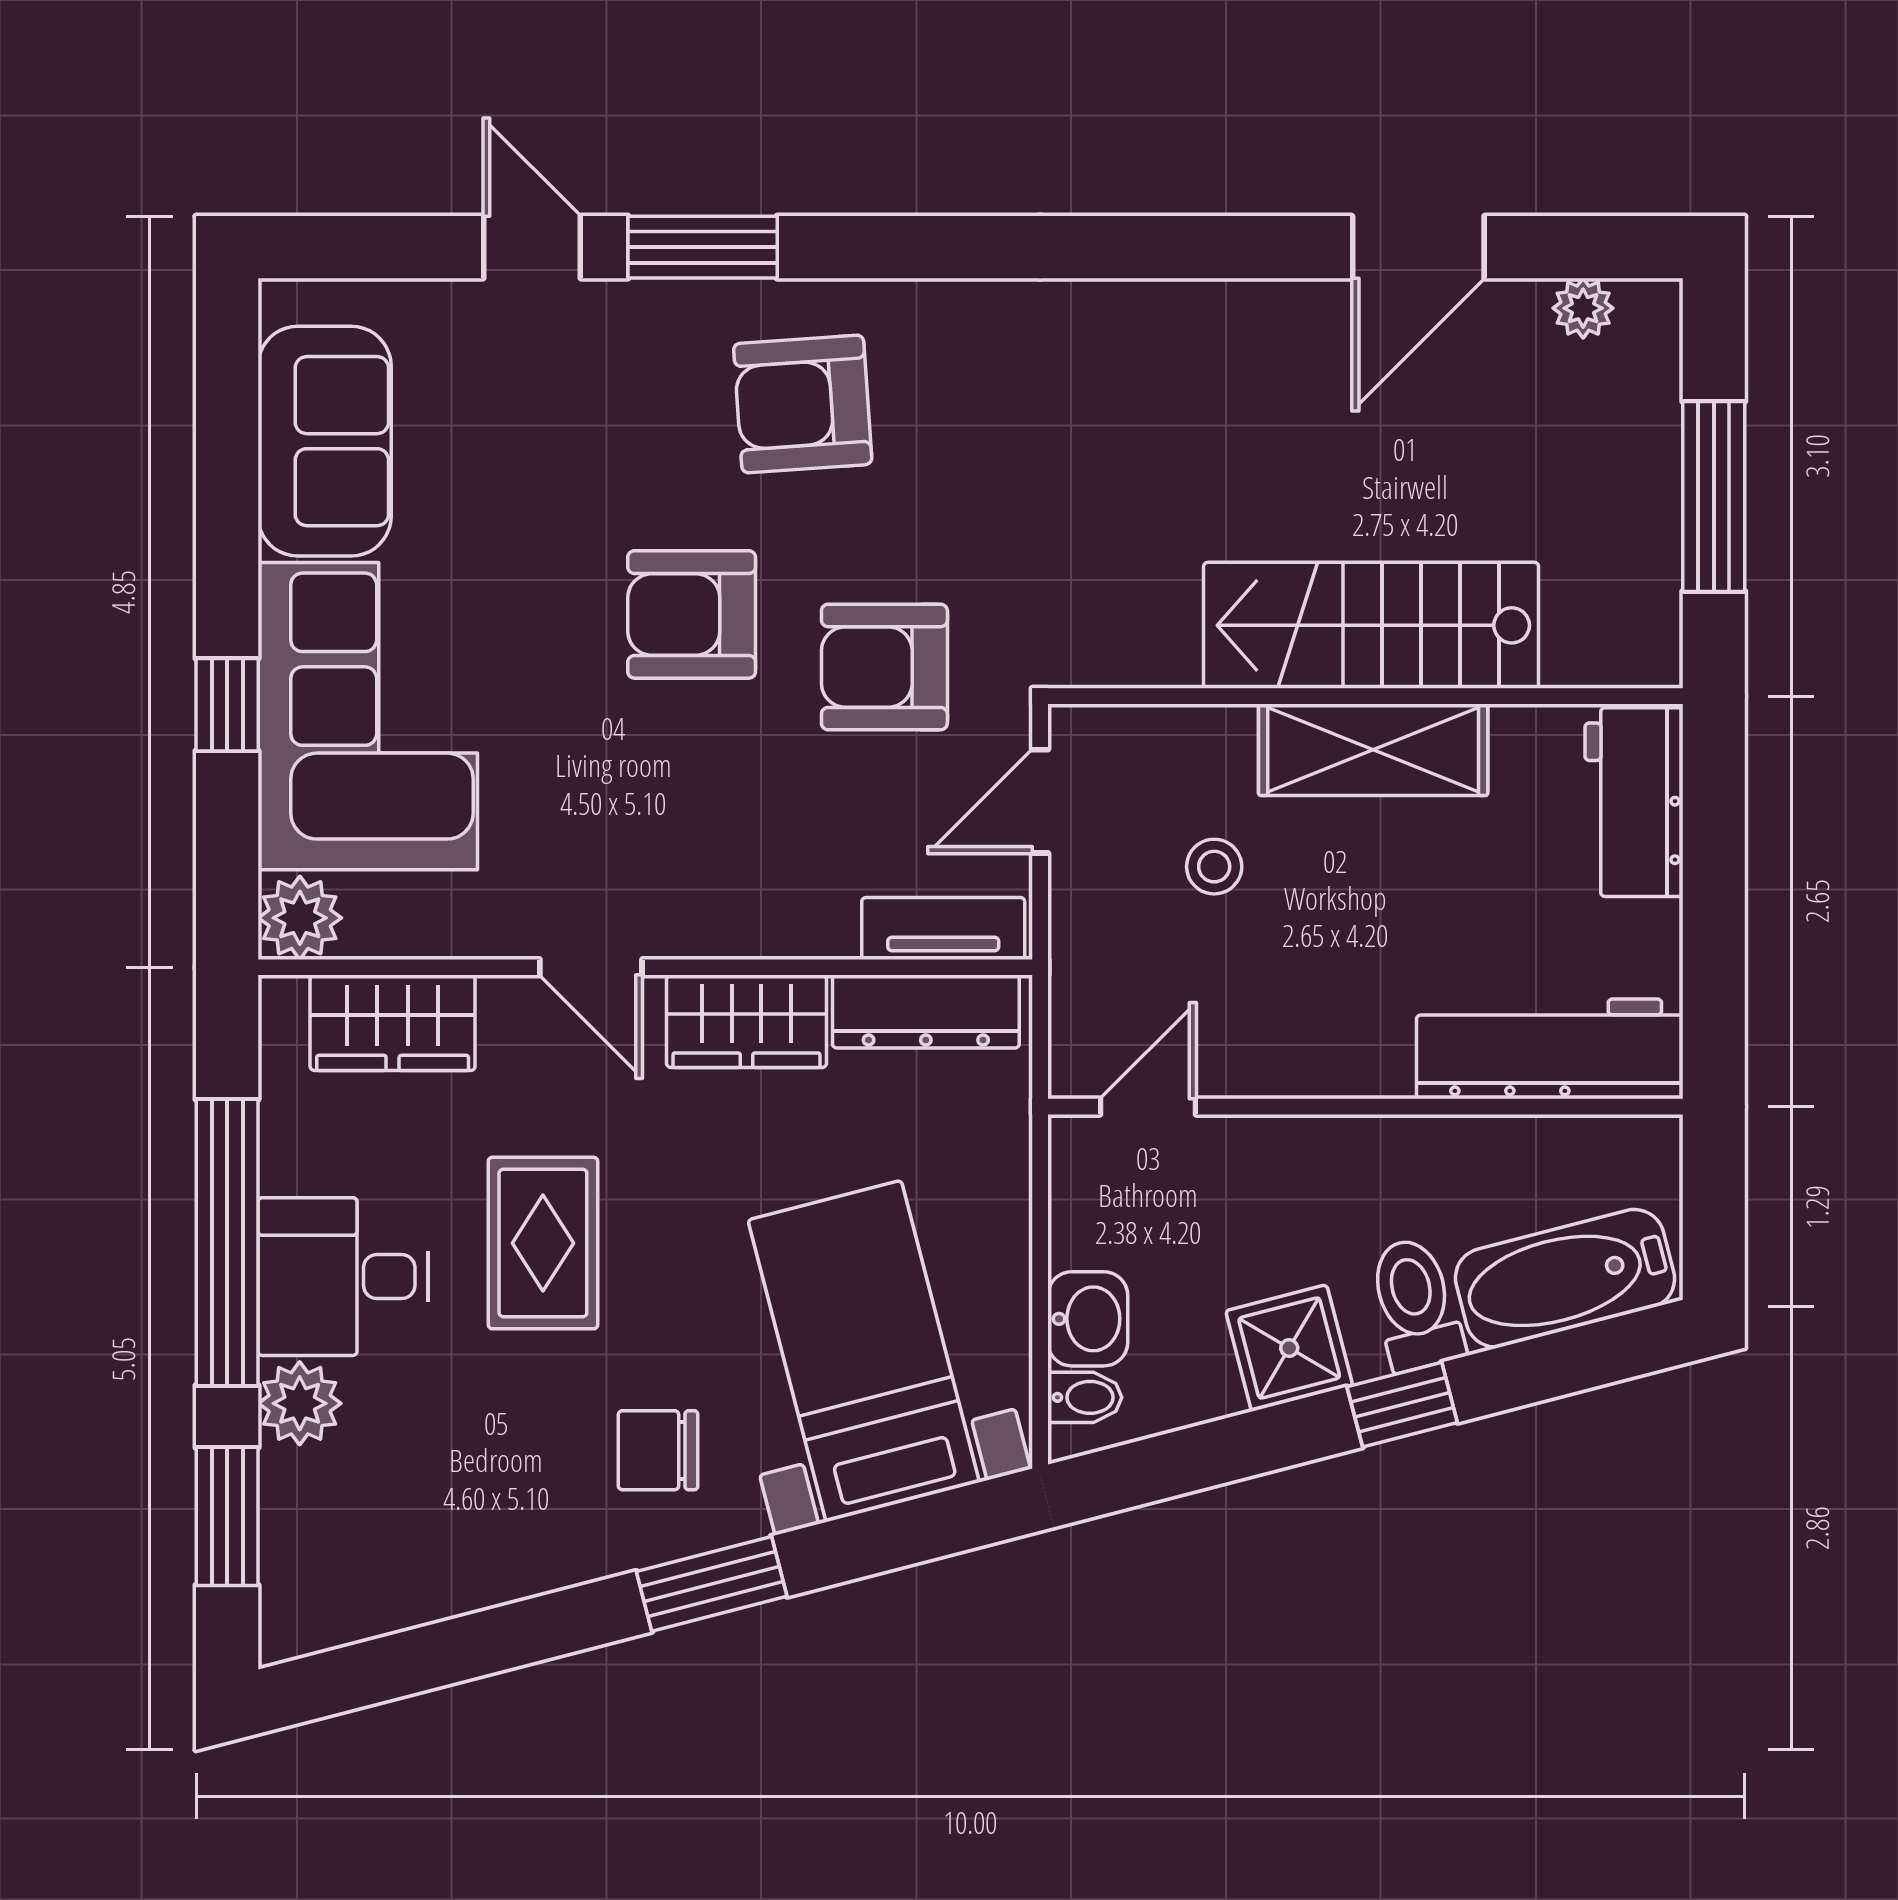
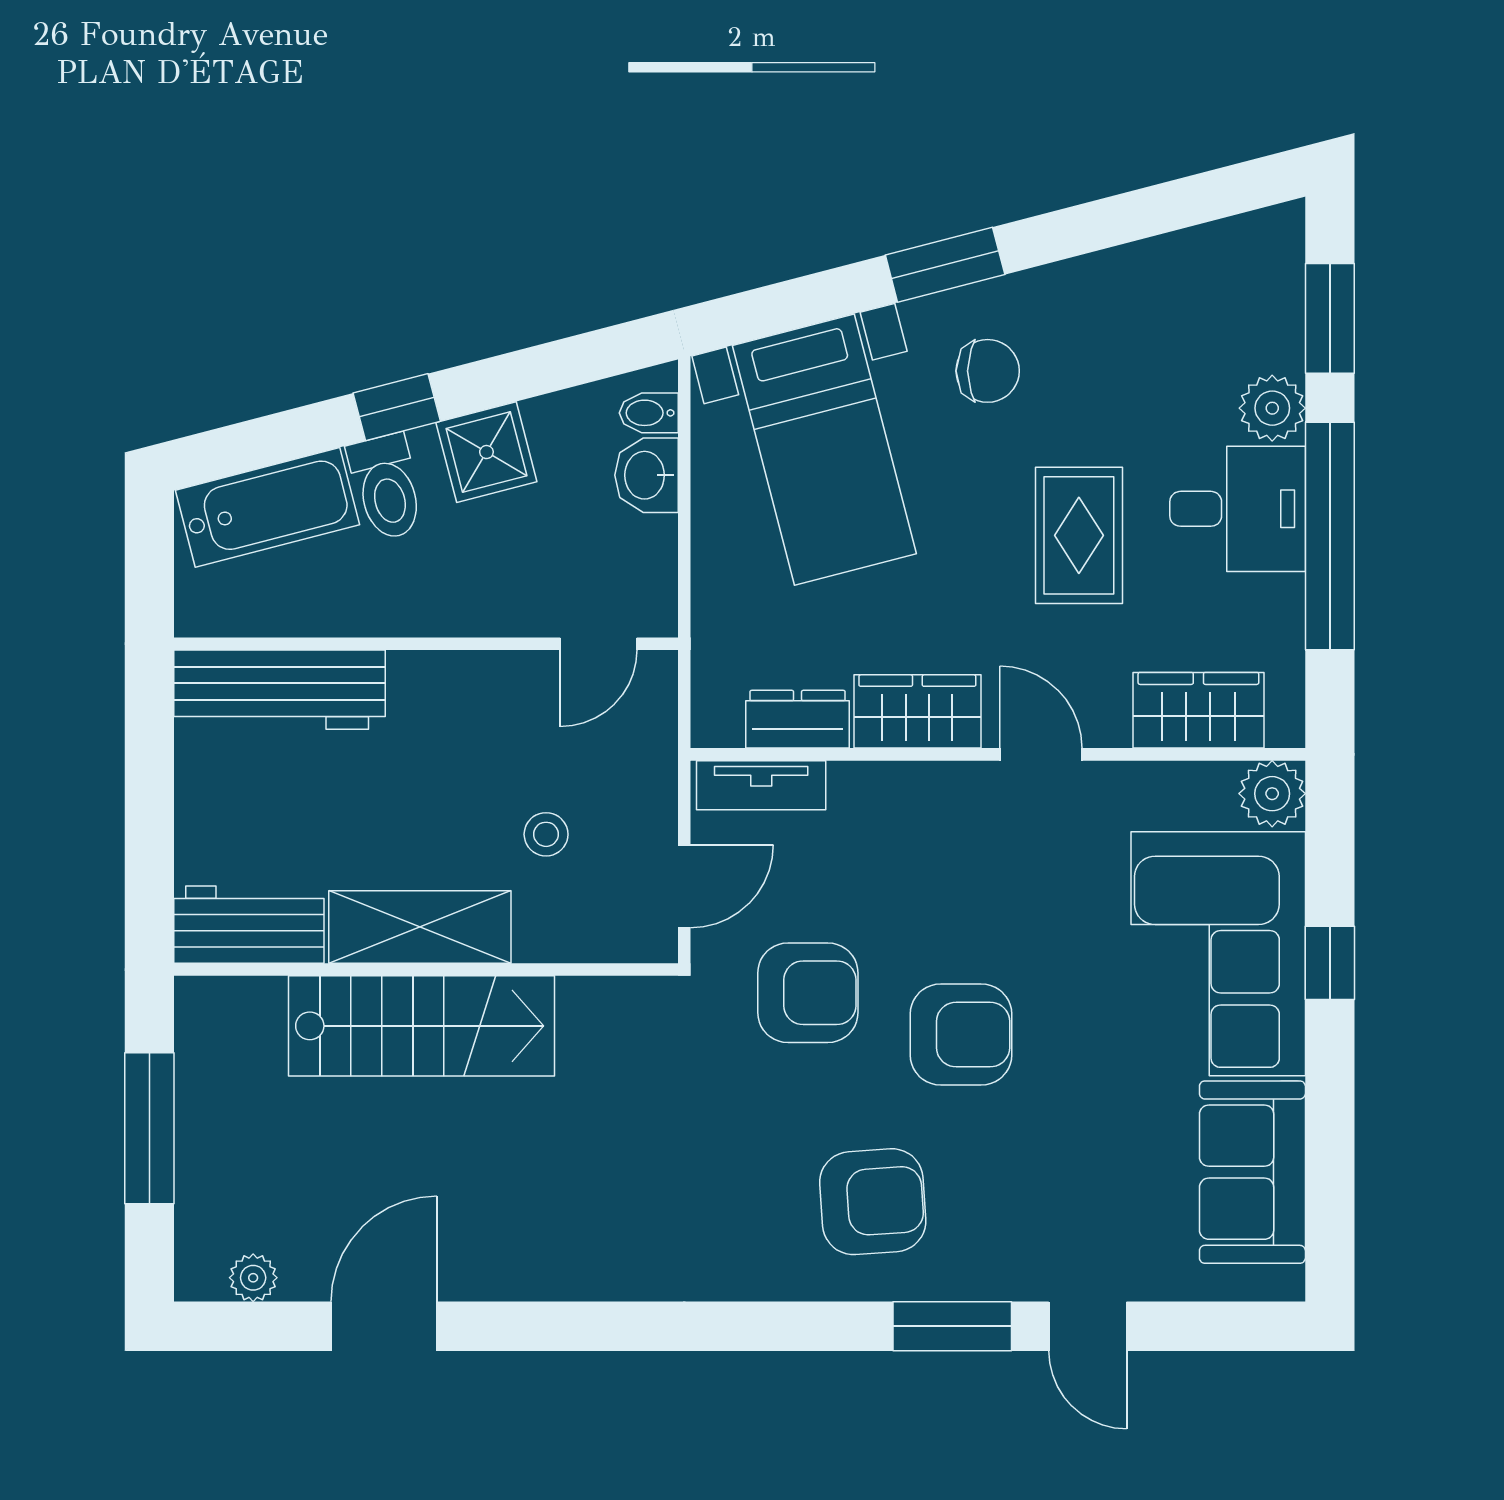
workbench: (1634, 802) -> (249, 925), moved, turned -90
dresser: (926, 1012) -> (798, 719), width x0.70

